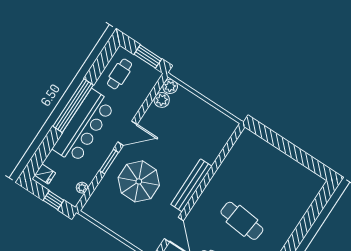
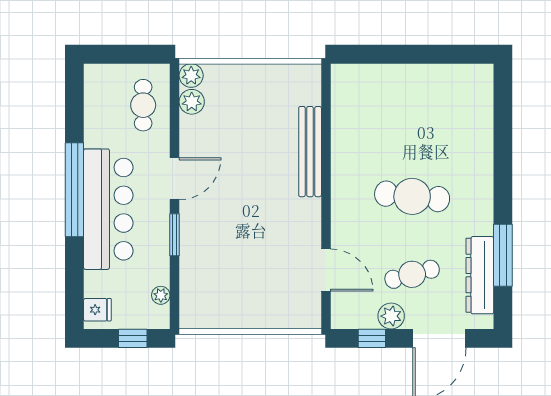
window: (148, 57) -> (133, 54), removed
cafe table: (120, 74) -> (143, 105), moved
parasol: (139, 181) -> (234, 235), removed
bench: (191, 185) -> (310, 152), moved

